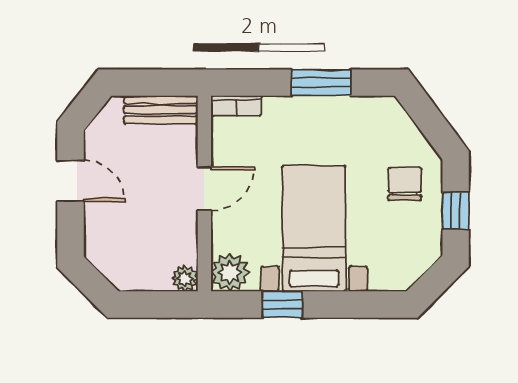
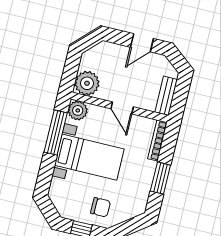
bookcase: (236, 106) -> (157, 140), width x1.56
plant: (185, 279) -> (87, 83), width x1.87, depth x1.87
window: (282, 305) -> (56, 132), width x2.17

